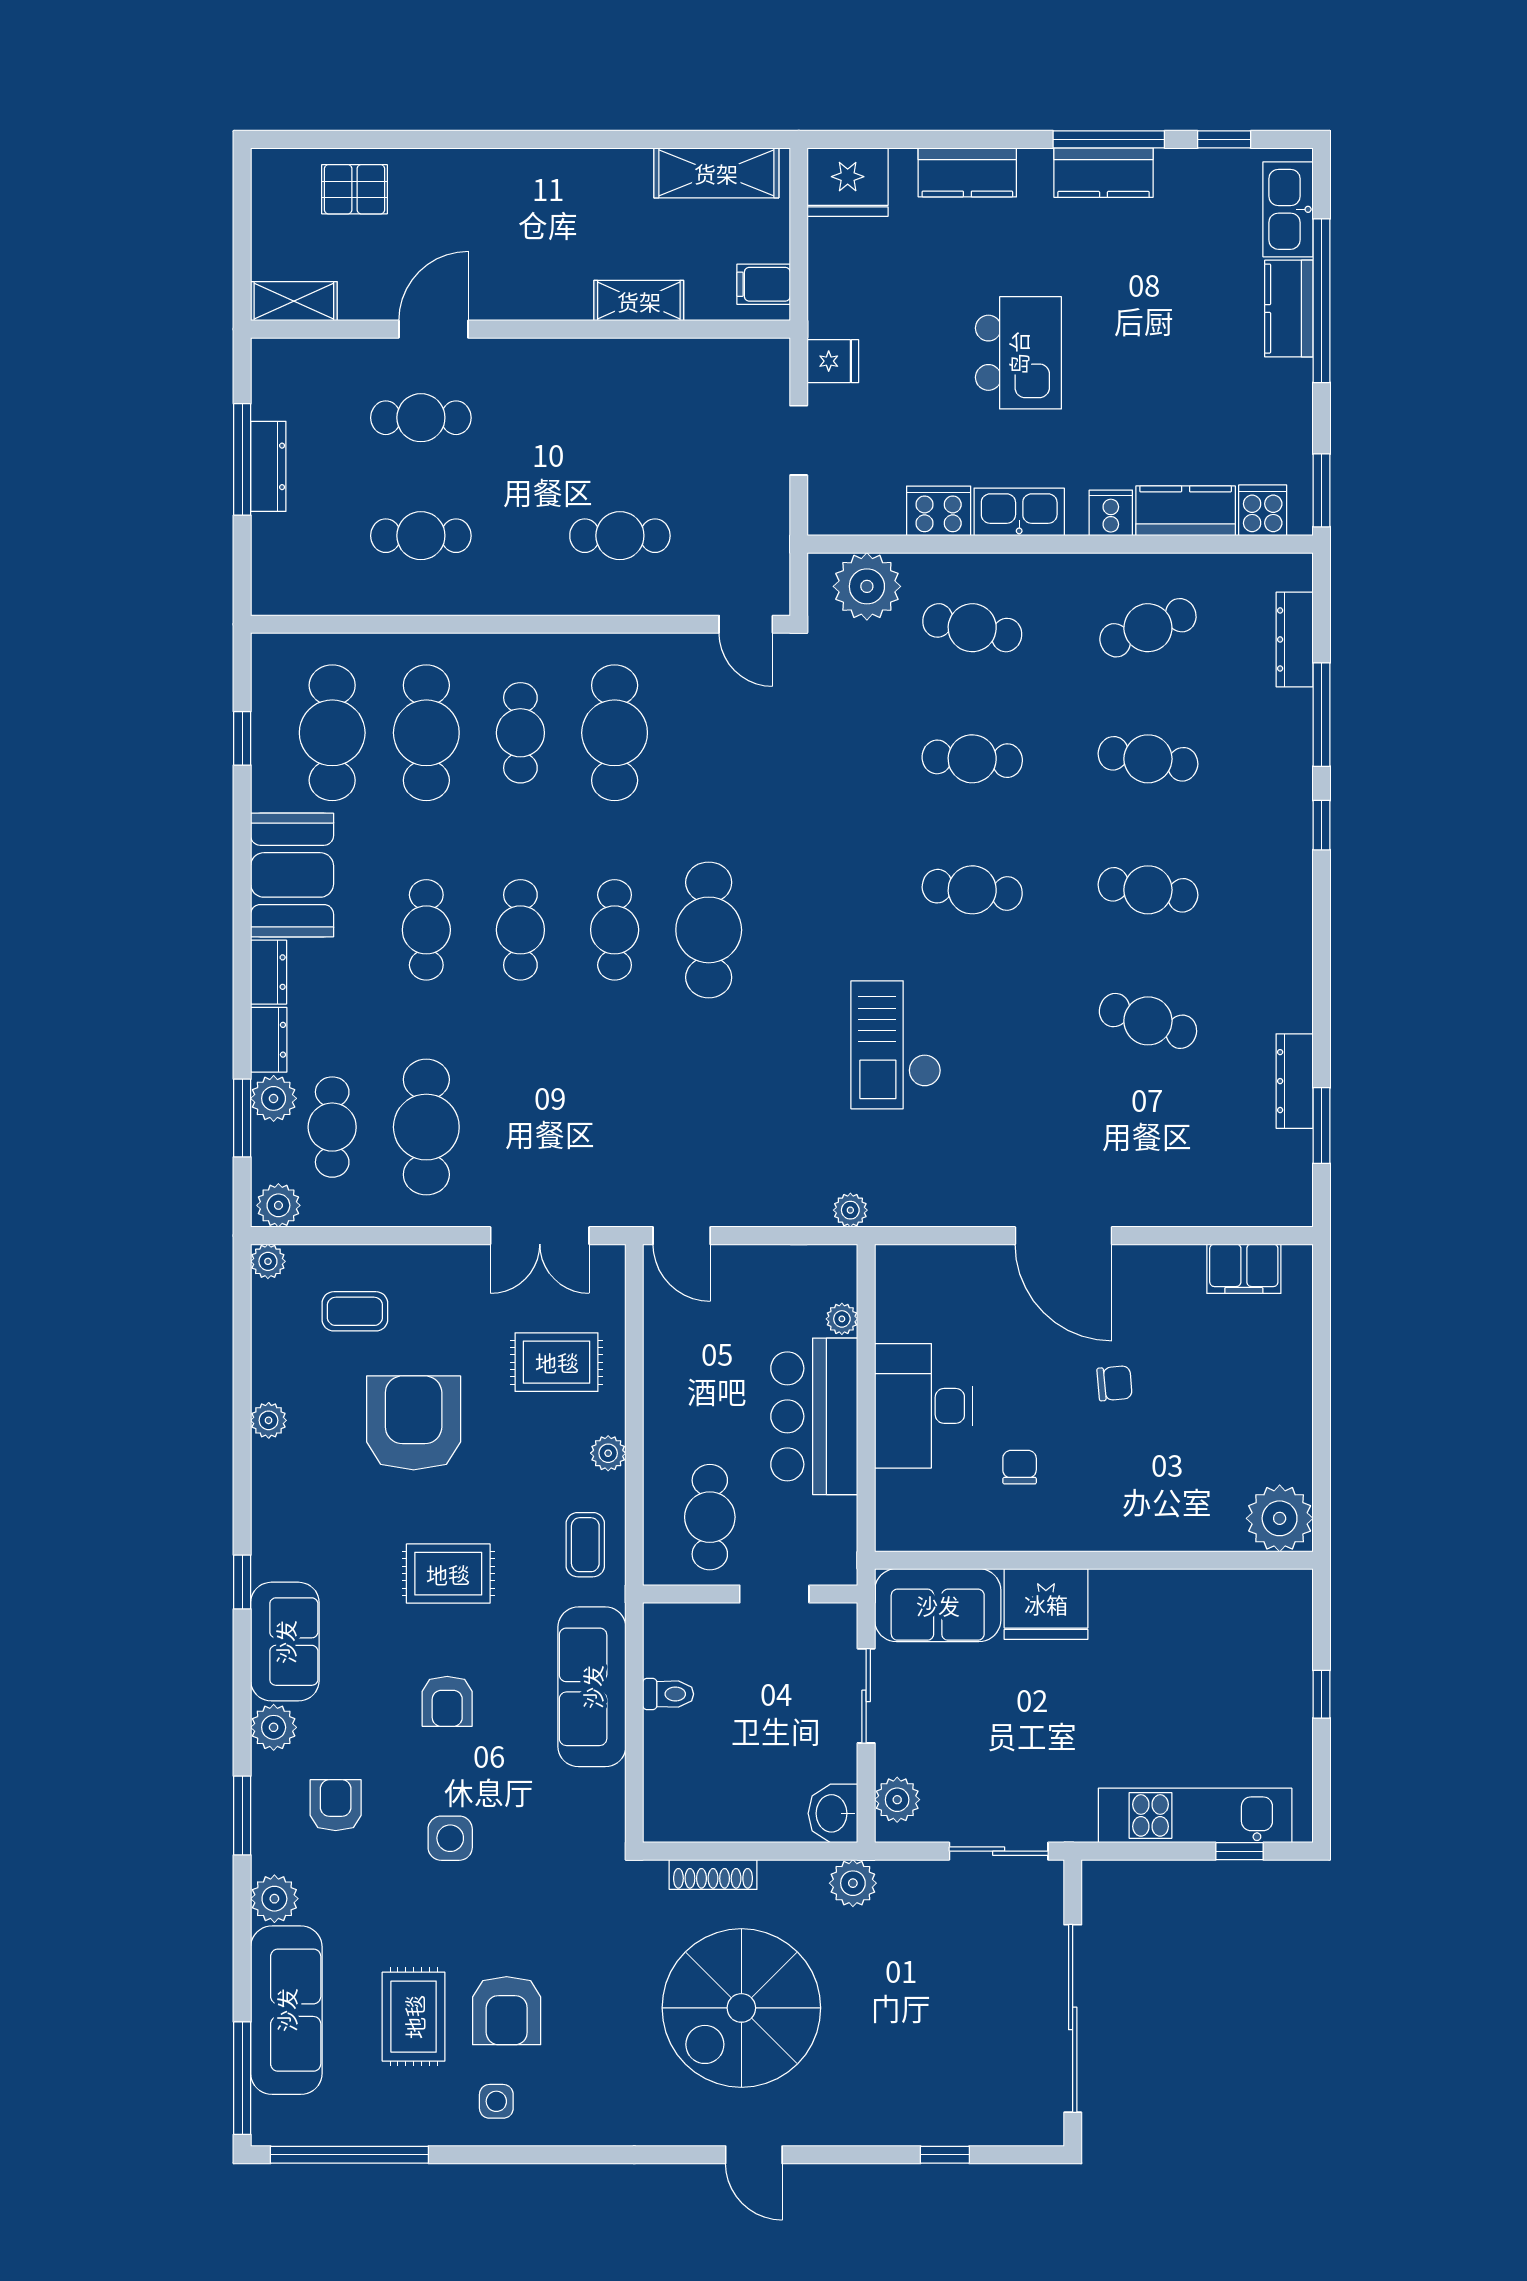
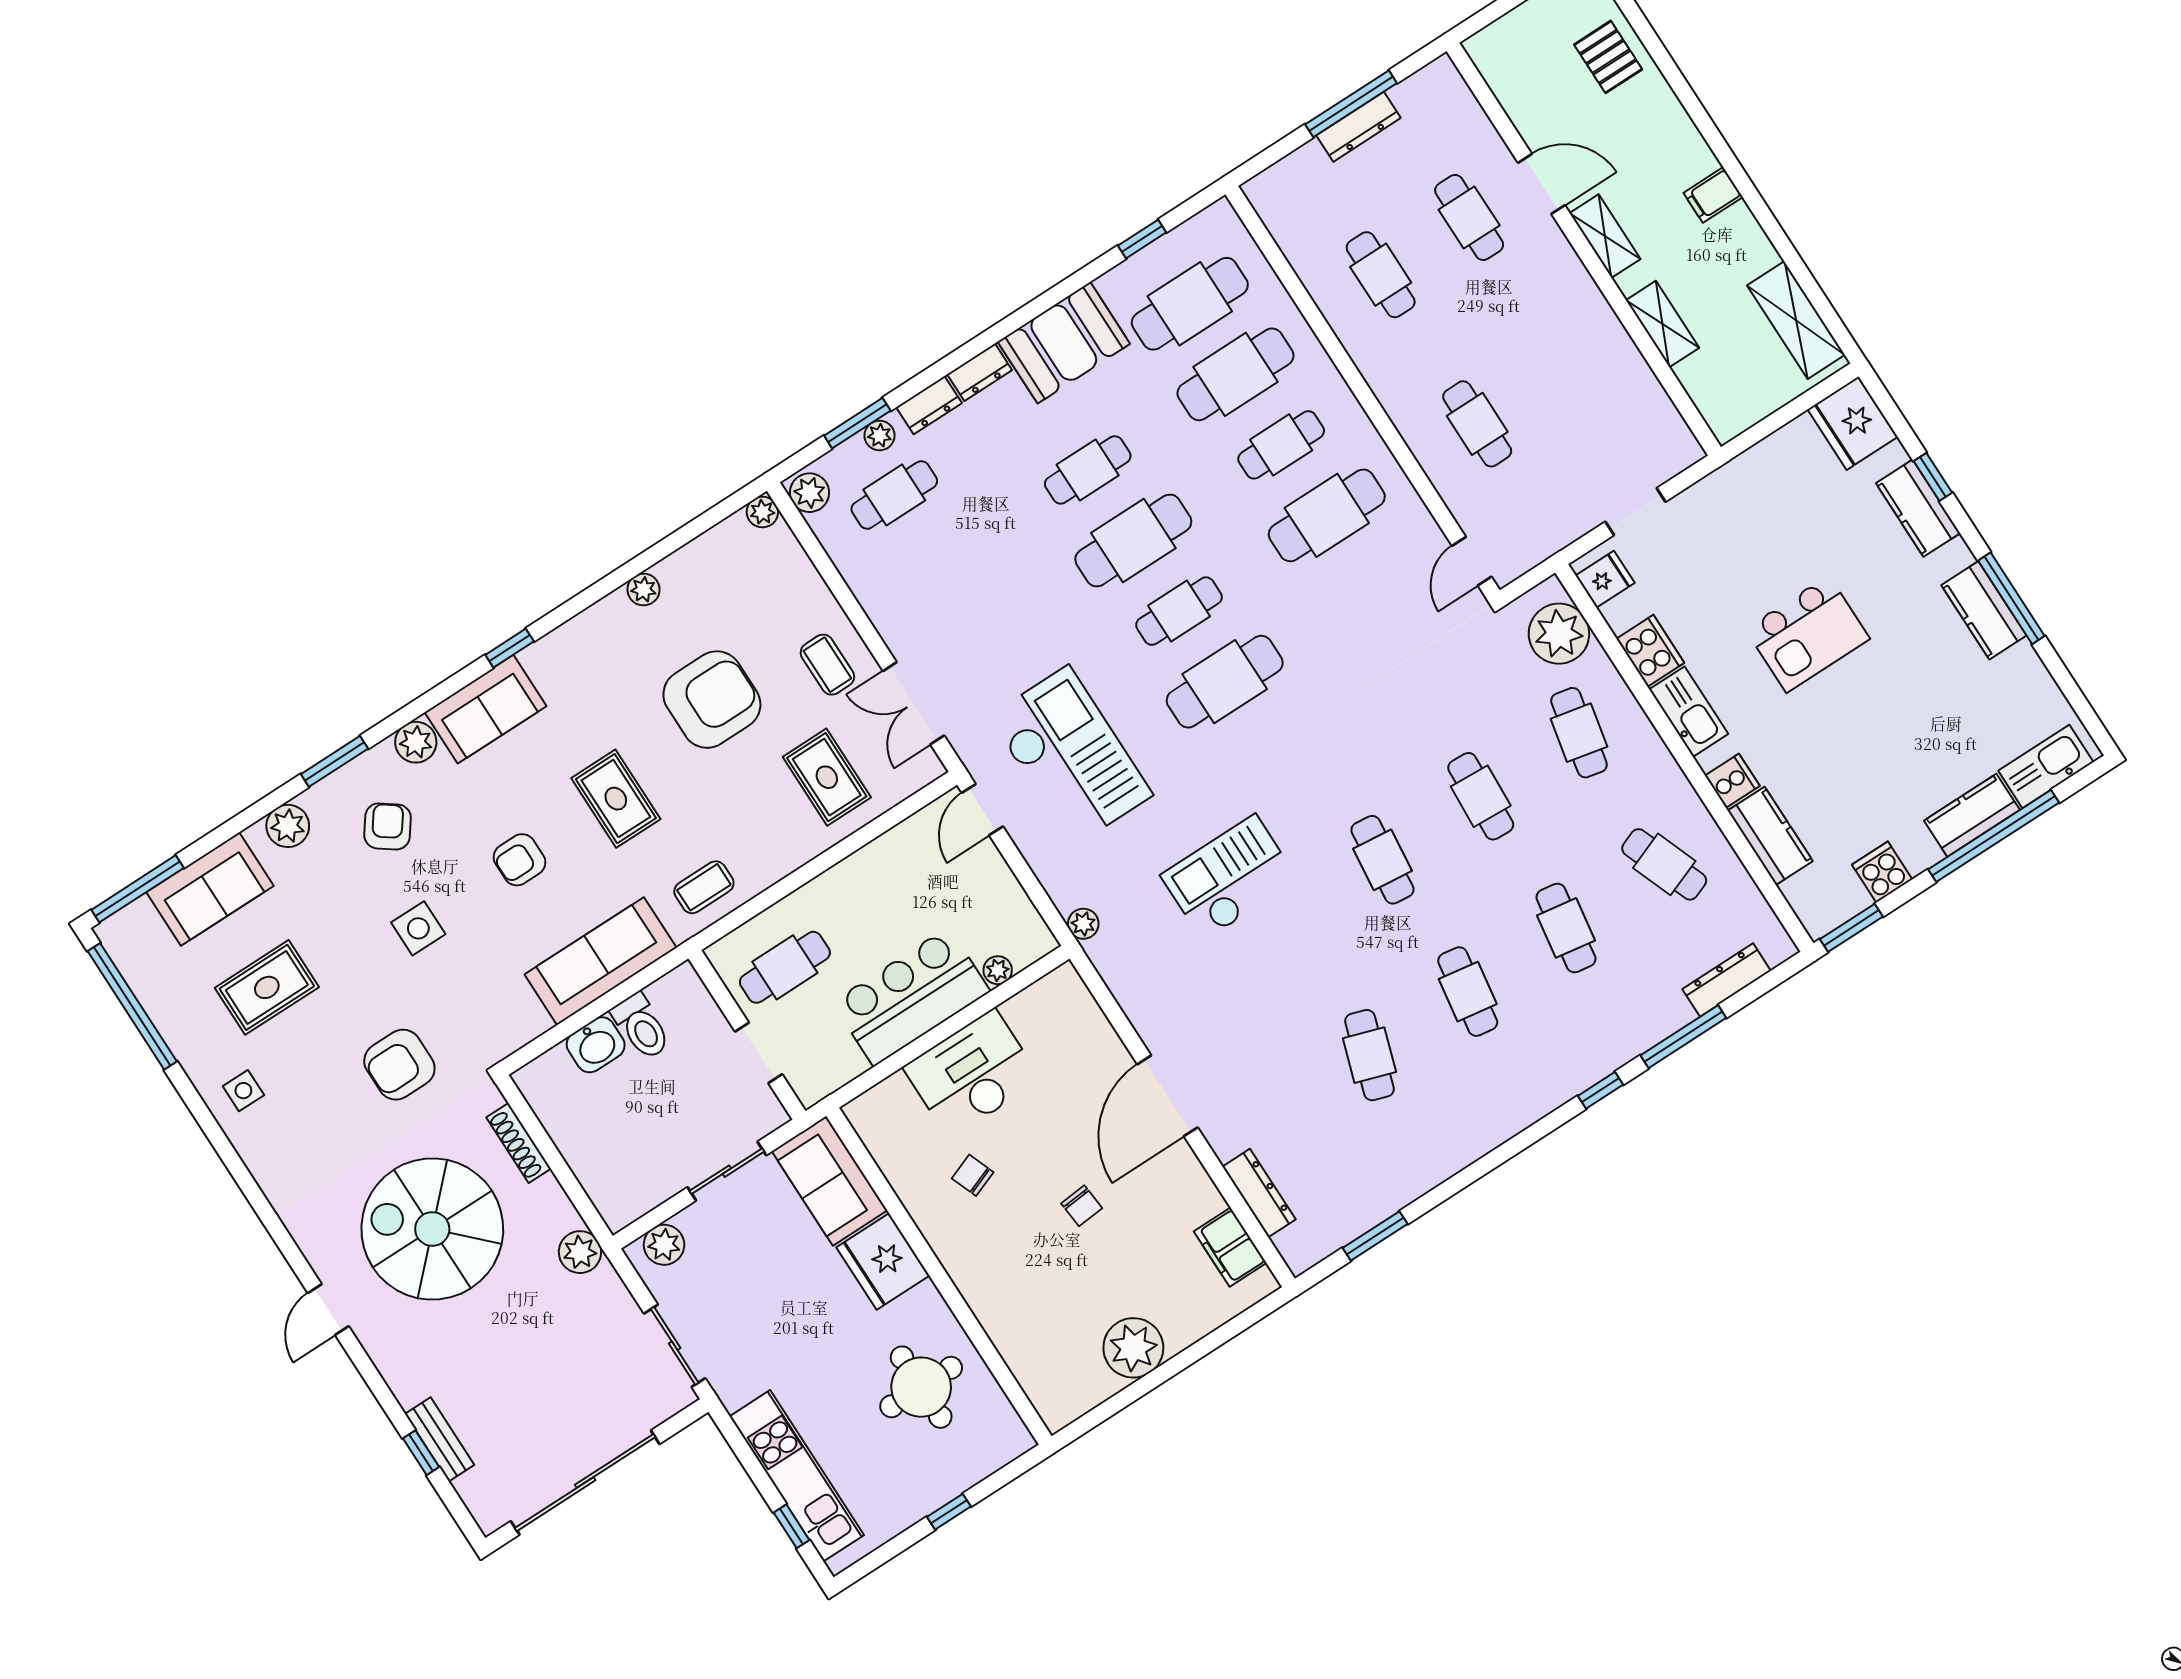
window: (1224, 139) -> (1933, 477), moved
filing cabinet: (764, 284) -> (1713, 195), moved, turned -90
shelving: (294, 301) -> (1605, 236), moved
fridge: (833, 361) -> (1605, 579), moved, turned -90
cooker: (1263, 510) -> (1882, 872), moved, turned -90
cafe table: (520, 930) -> (1133, 541), width x1.37, depth x1.35
dresser: (1295, 1081) -> (1259, 1193), moved, turned 90
plant: (274, 1098) -> (880, 436), width x0.73, depth x0.73
checkout: (685, 1120) -> (1070, 756), added
cafe table: (426, 1127) -> (940, 566), removed
coffee table: (355, 1311) -> (827, 665), moved
plant: (608, 1453) -> (784, 860), removed
chair: (1020, 1467) -> (973, 1175), turned -111
plant: (1280, 1518) -> (1133, 1348), moved
round table: (1187, 1644) -> (921, 1387), added
toilet: (668, 1694) -> (641, 1026), width x1.37, depth x1.39
armchair: (336, 1805) -> (388, 826), turned -54
washbasin: (833, 1813) -> (596, 1045), moved, turned 180
sofa: (286, 2010) -> (210, 889), width x0.73
armchair: (507, 2011) -> (399, 1065), moved
bench: (944, 2129) -> (440, 1439), added

